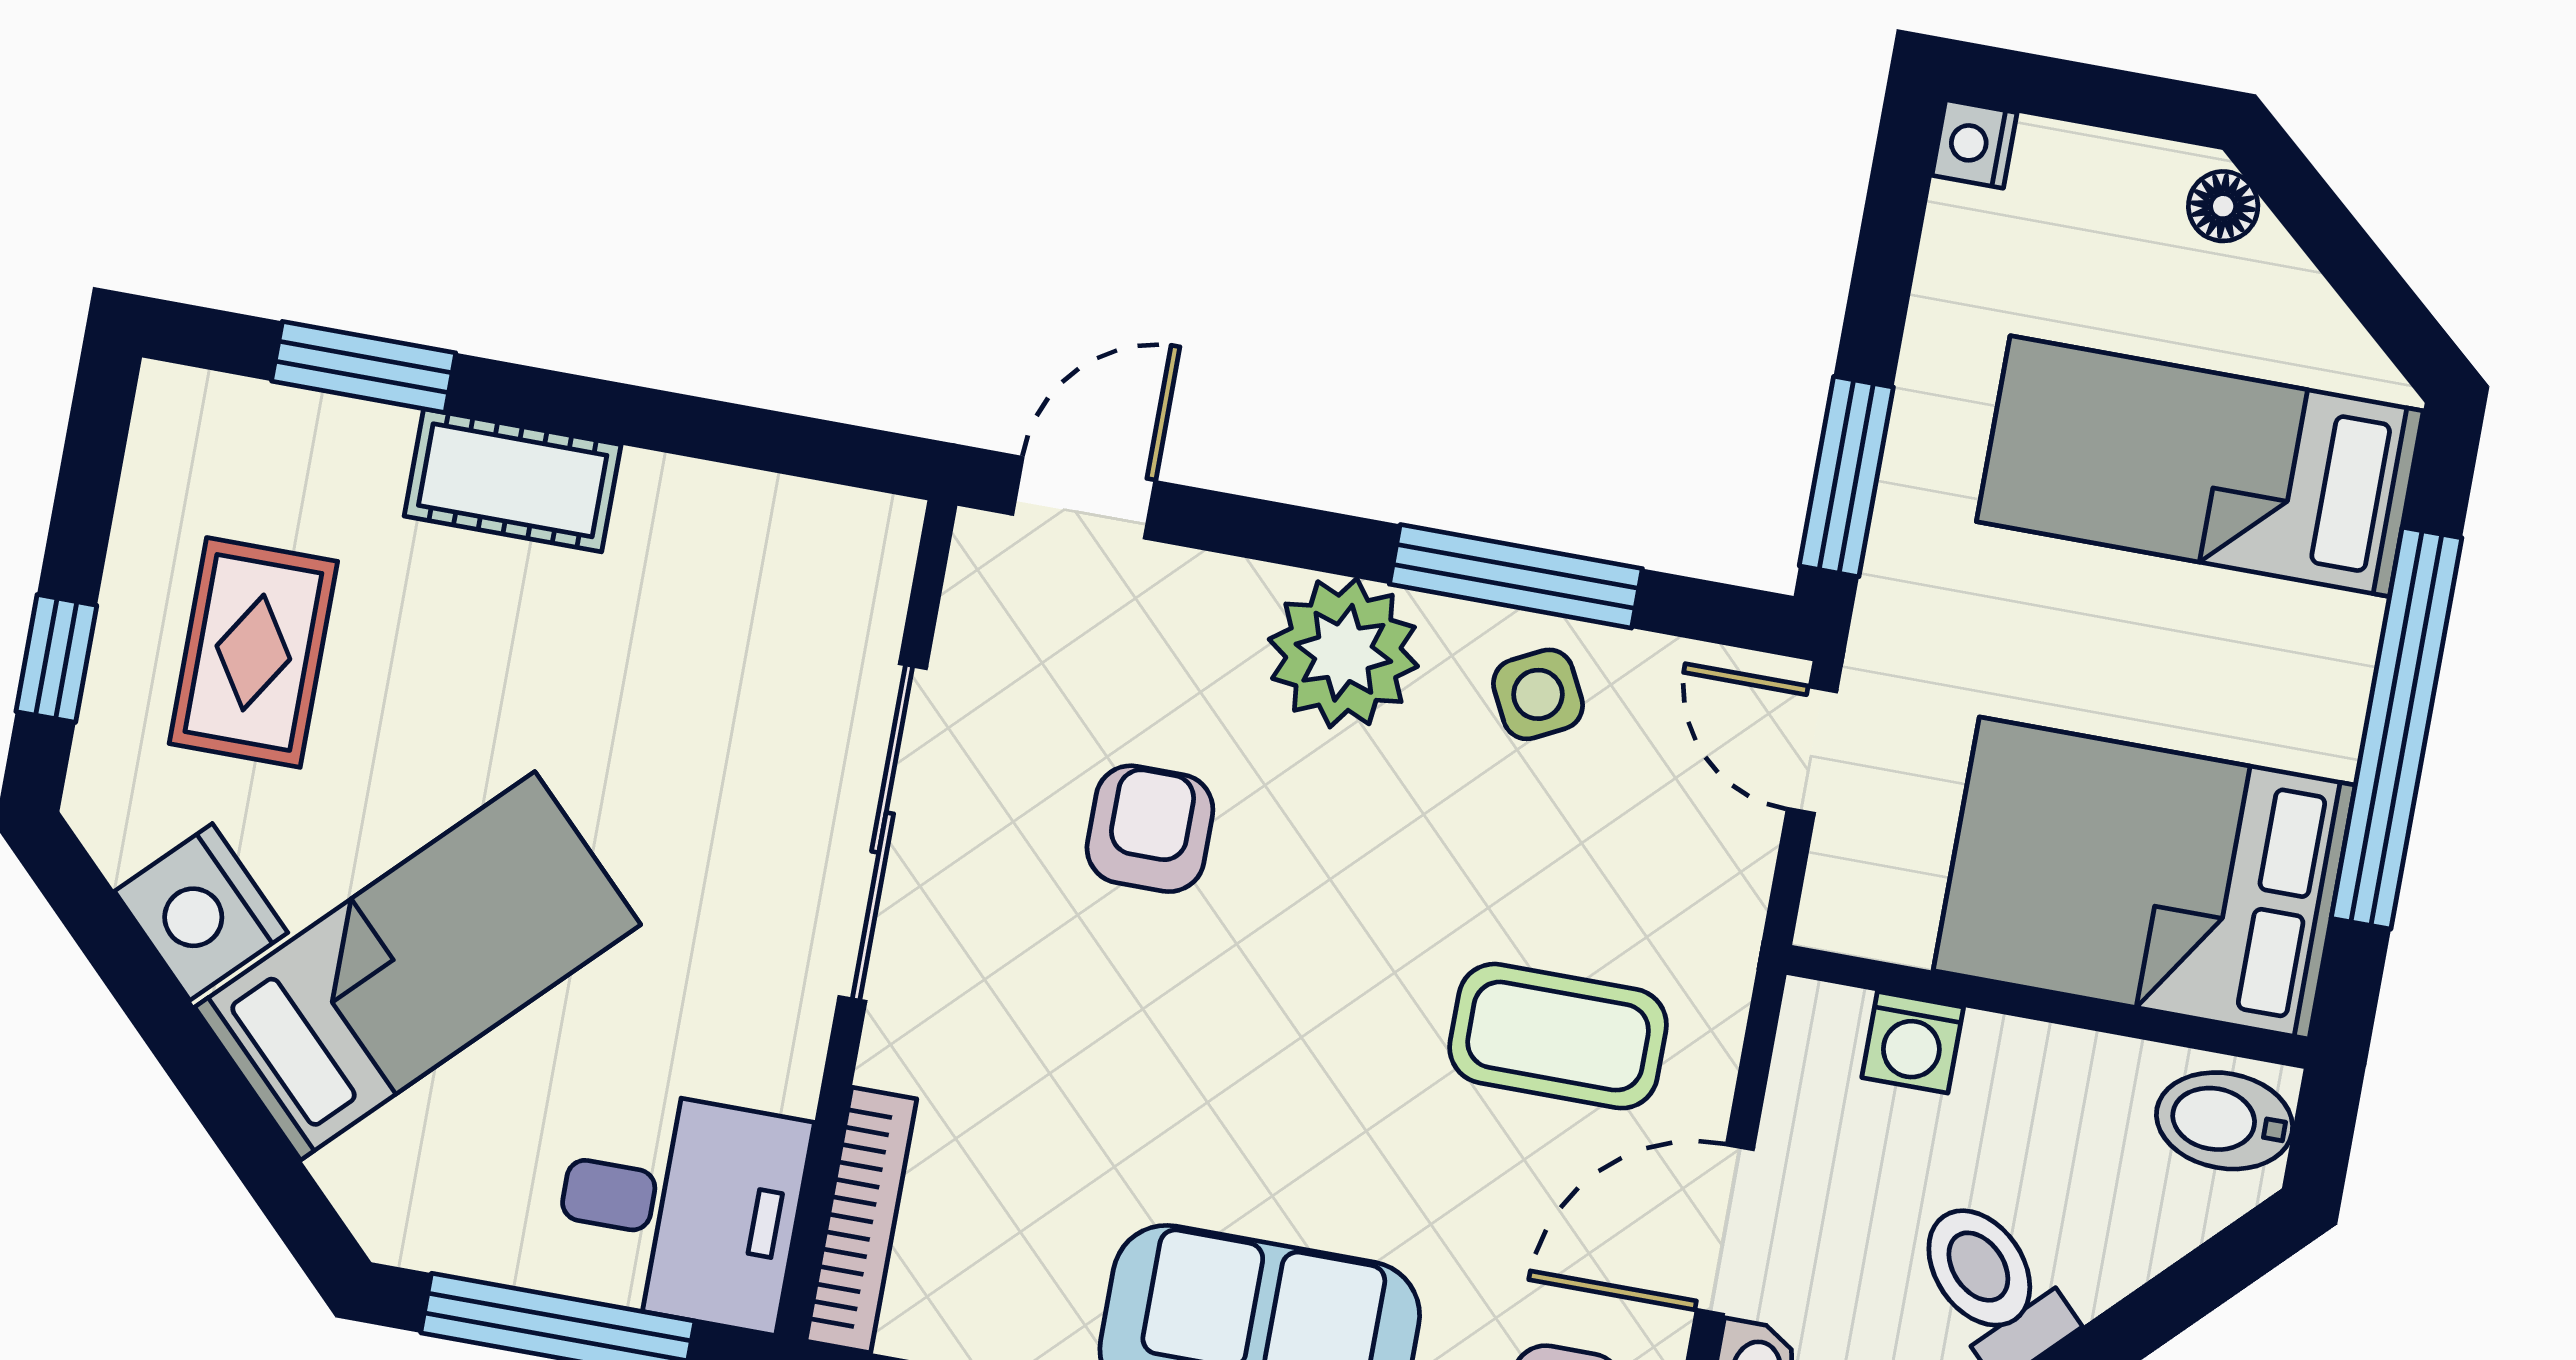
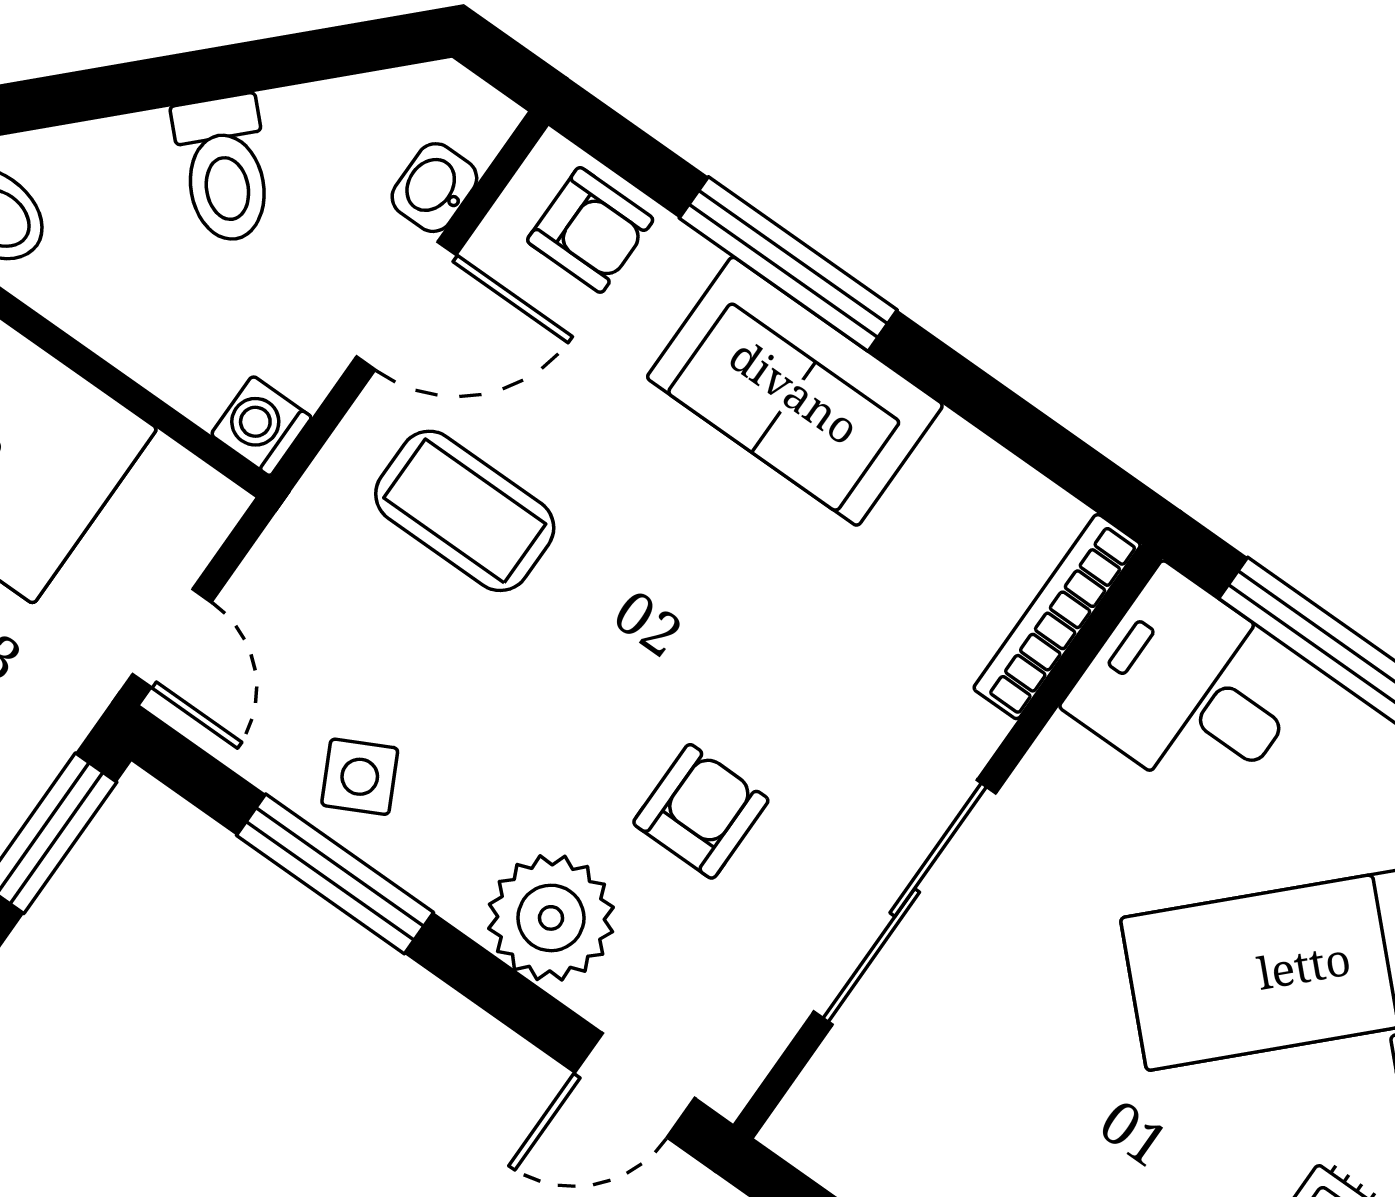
plant: (1343, 653) -> (551, 918), moved
armchair: (1150, 829) -> (701, 811), turned 180
washing machine: (1913, 1042) -> (261, 426), moved, turned -90

